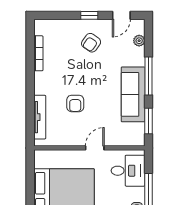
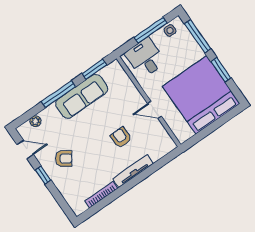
armchair: (75, 103) -> (121, 137), turned -90
tv unit: (40, 117) -> (133, 171), moved
door: (95, 148) -> (154, 110), moved

